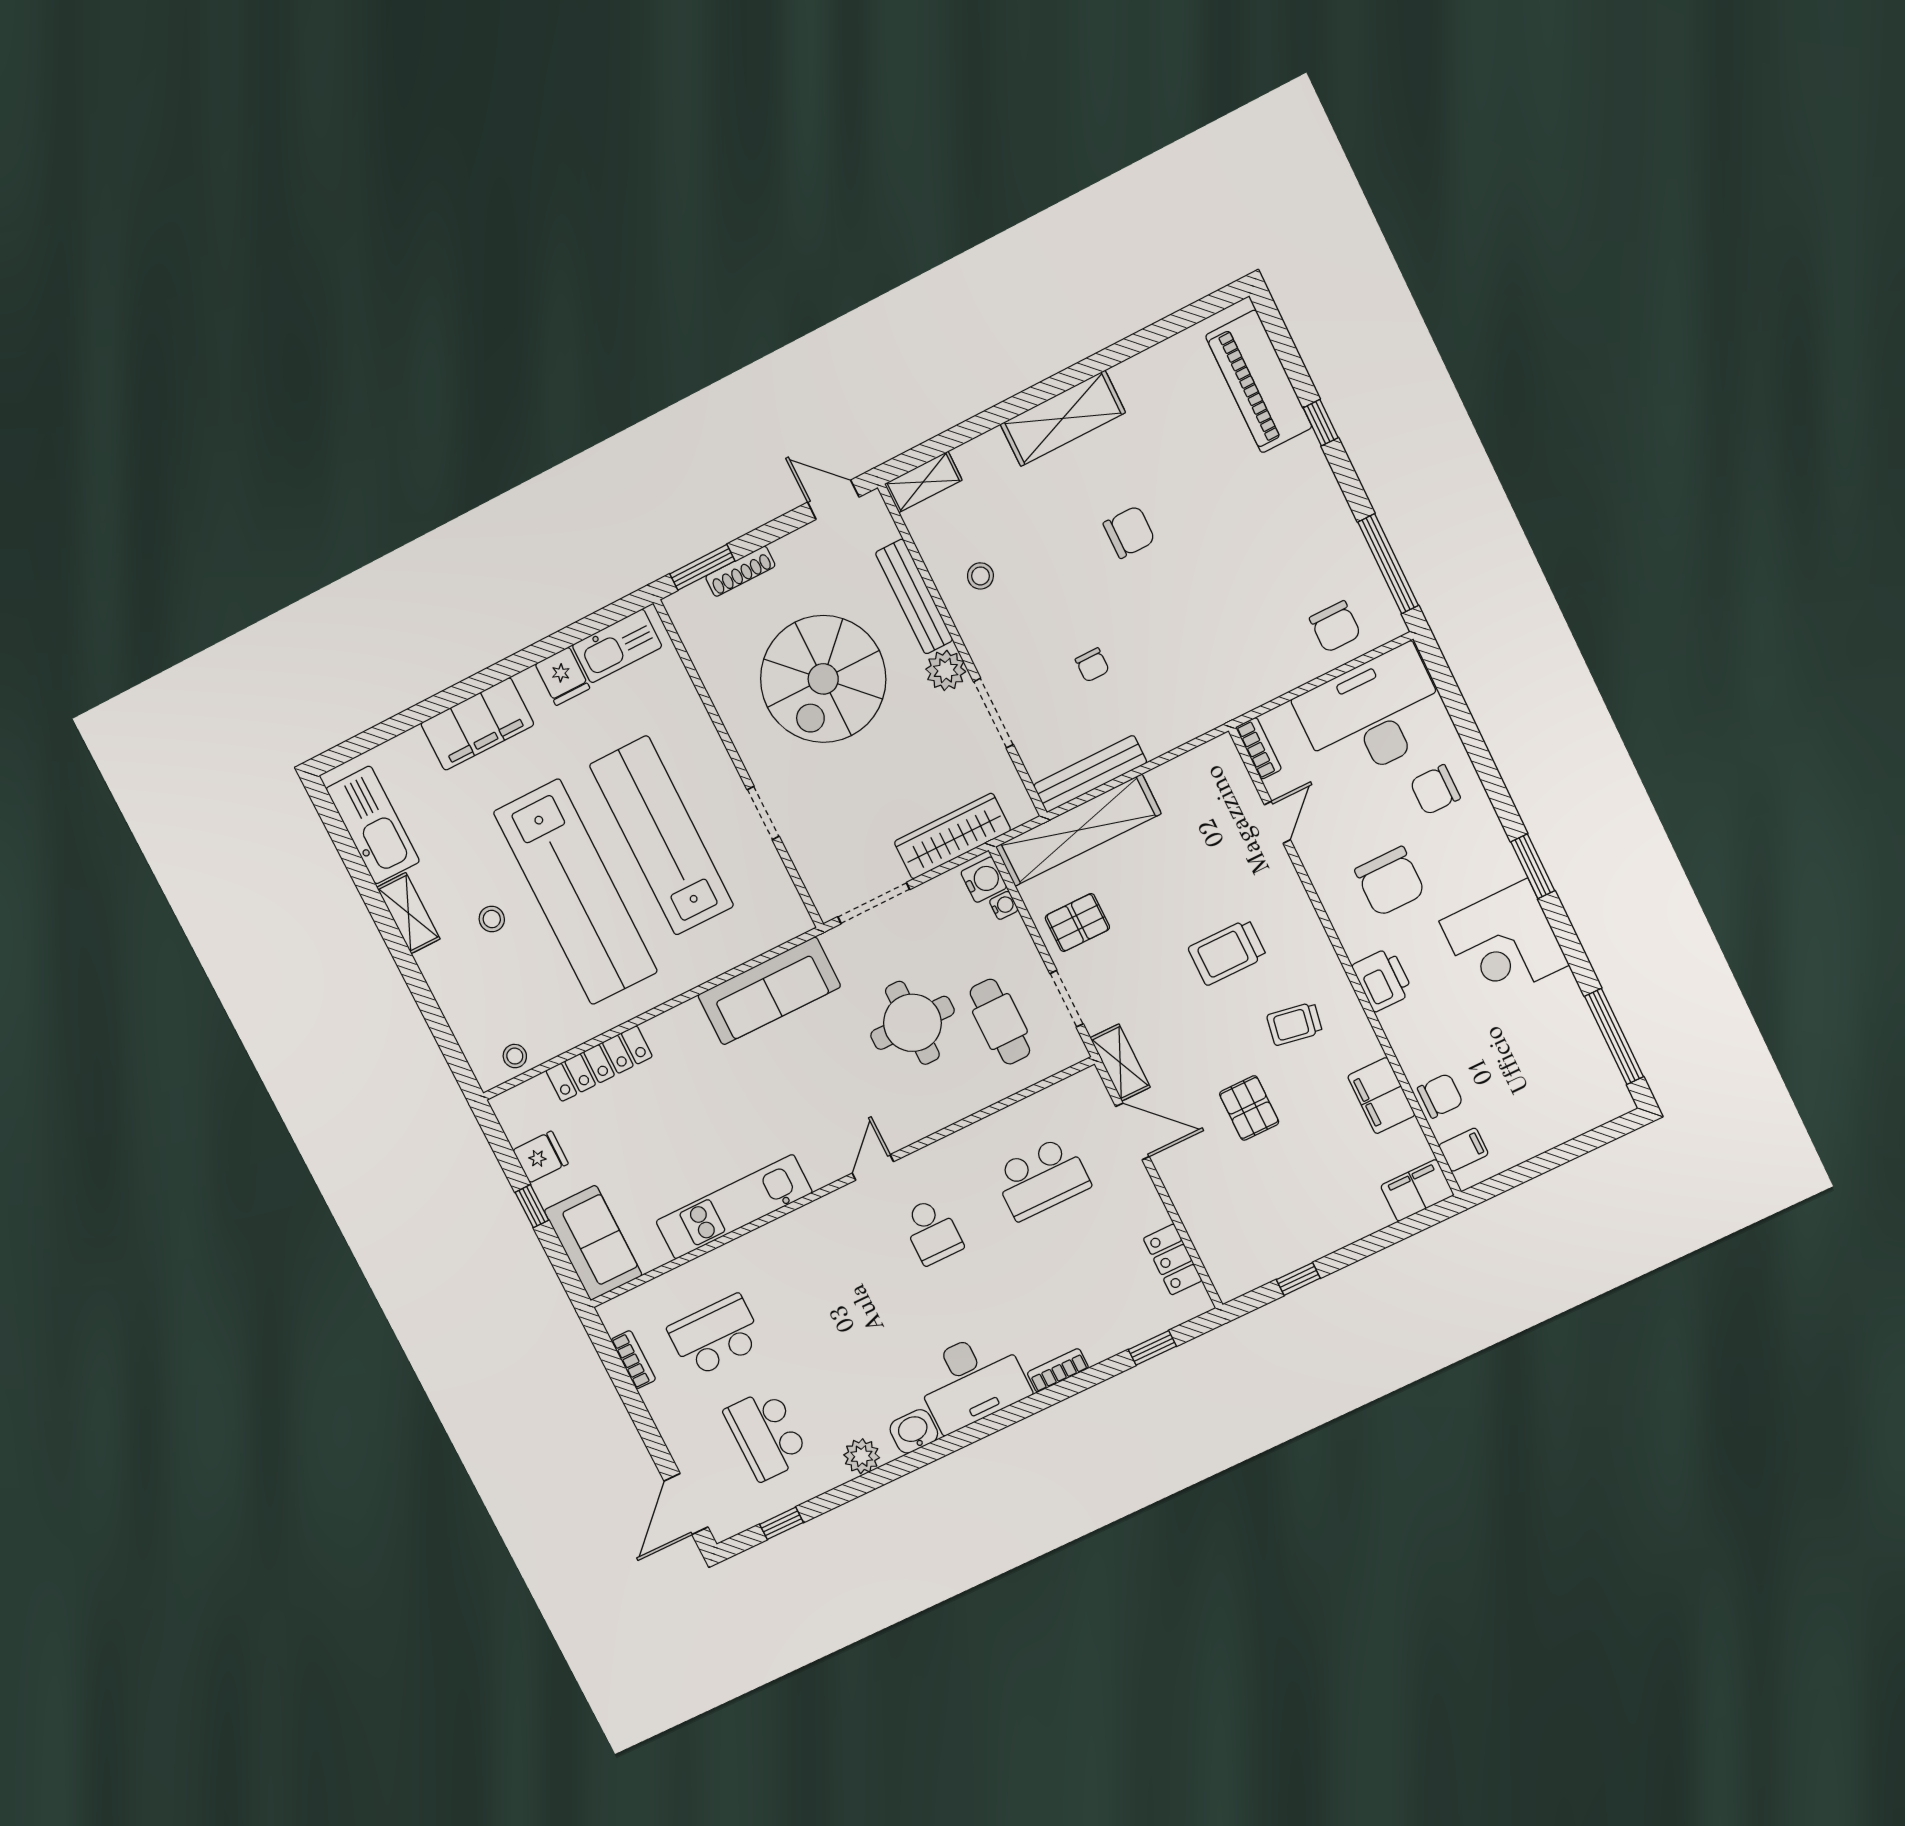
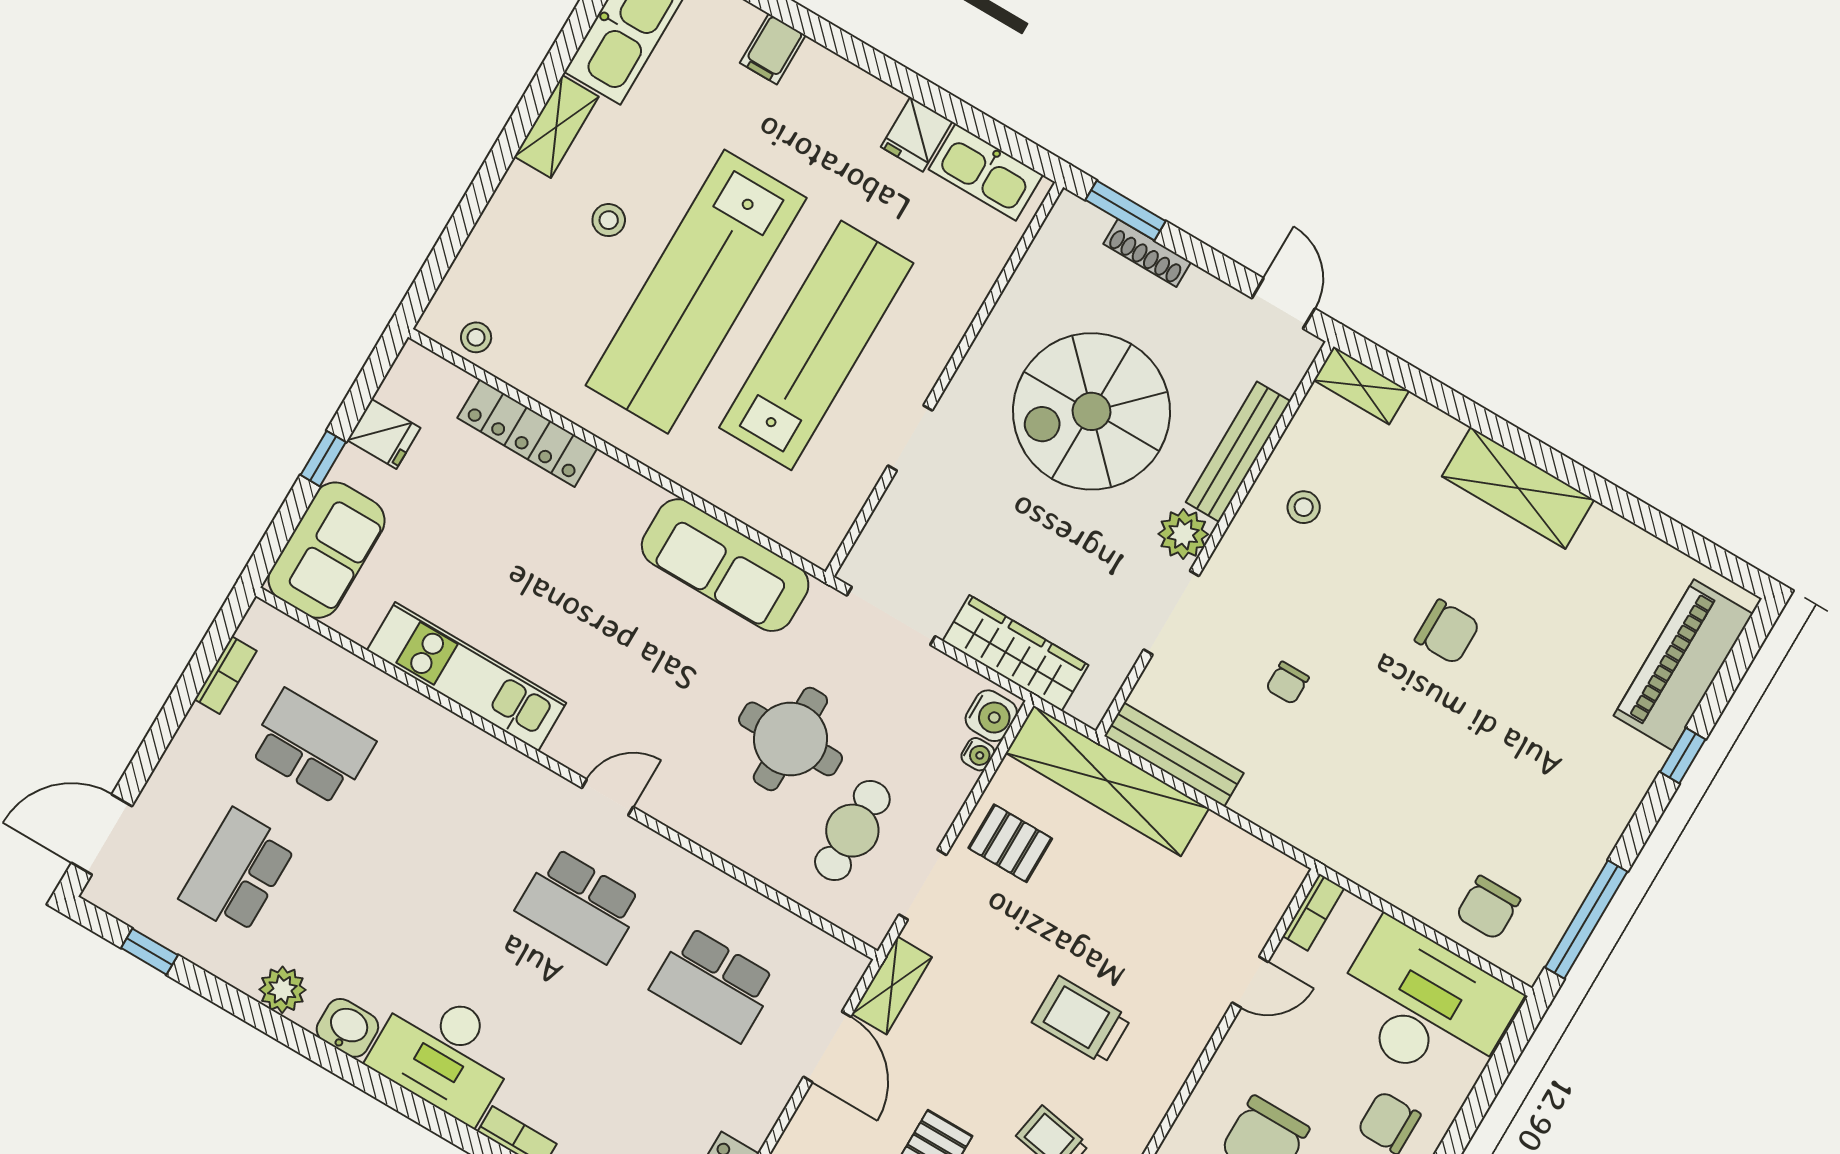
filing cabinet: (477, 724) -> (773, 49), width x0.33, depth x0.86
school desk: (932, 1231) -> (580, 905), width x1.85

